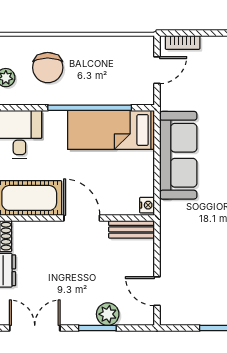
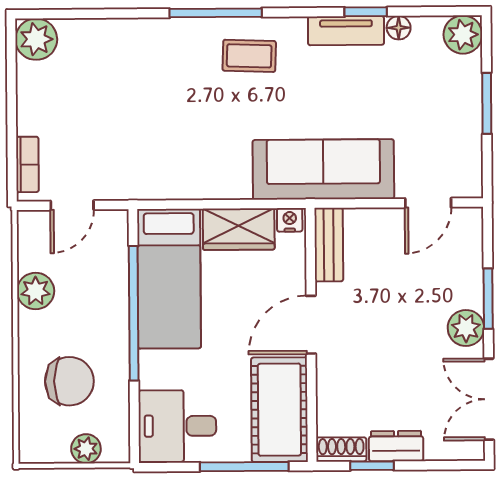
plant: (104, 47) -> (36, 291), added
door: (157, 70) -> (72, 205), swing flipped
sofa: (178, 155) -> (323, 169), moved
wardrobe: (141, 173) -> (239, 229), added
plant: (108, 314) -> (466, 328), moved

